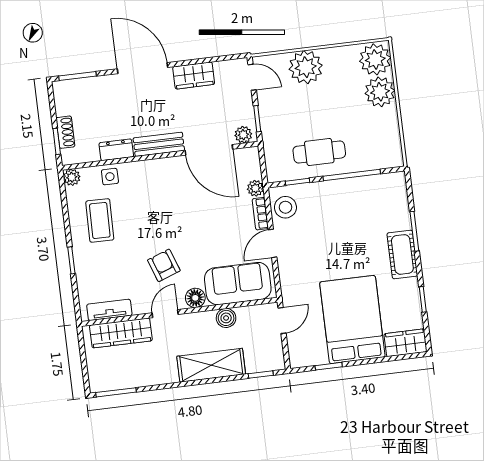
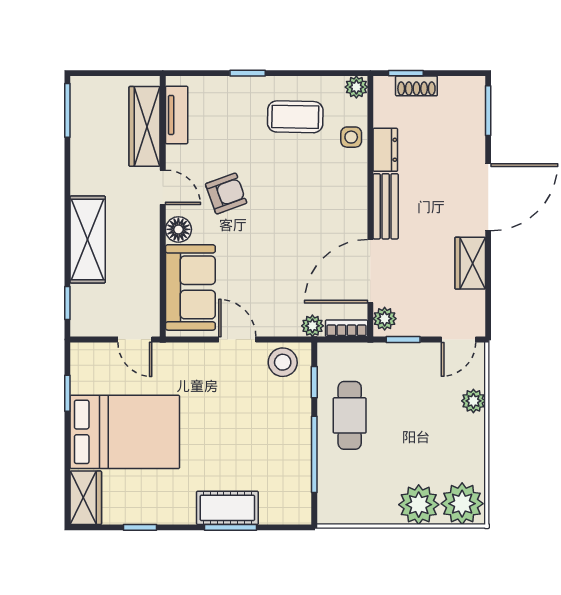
plant: (306, 67) -> (473, 401), width x0.53, depth x0.53
bookcase: (260, 214) -> (347, 328), moved
cot: (402, 254) -> (227, 508), moved
boiler: (226, 318) -> (147, 267), removed

